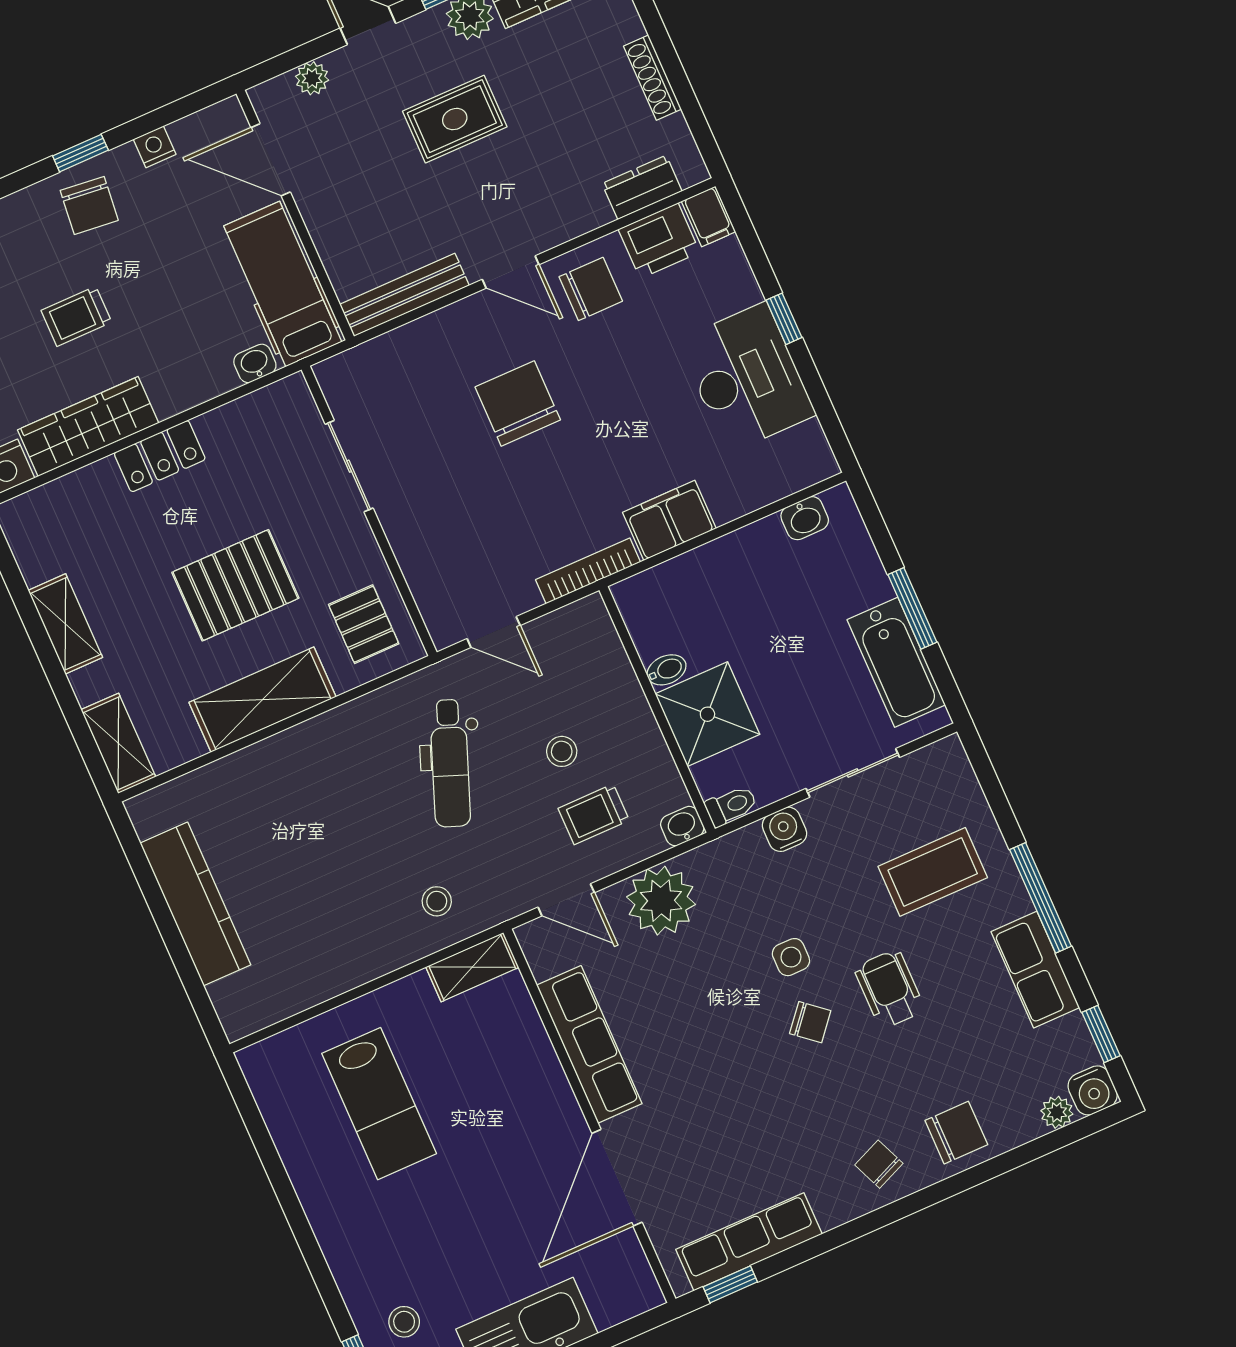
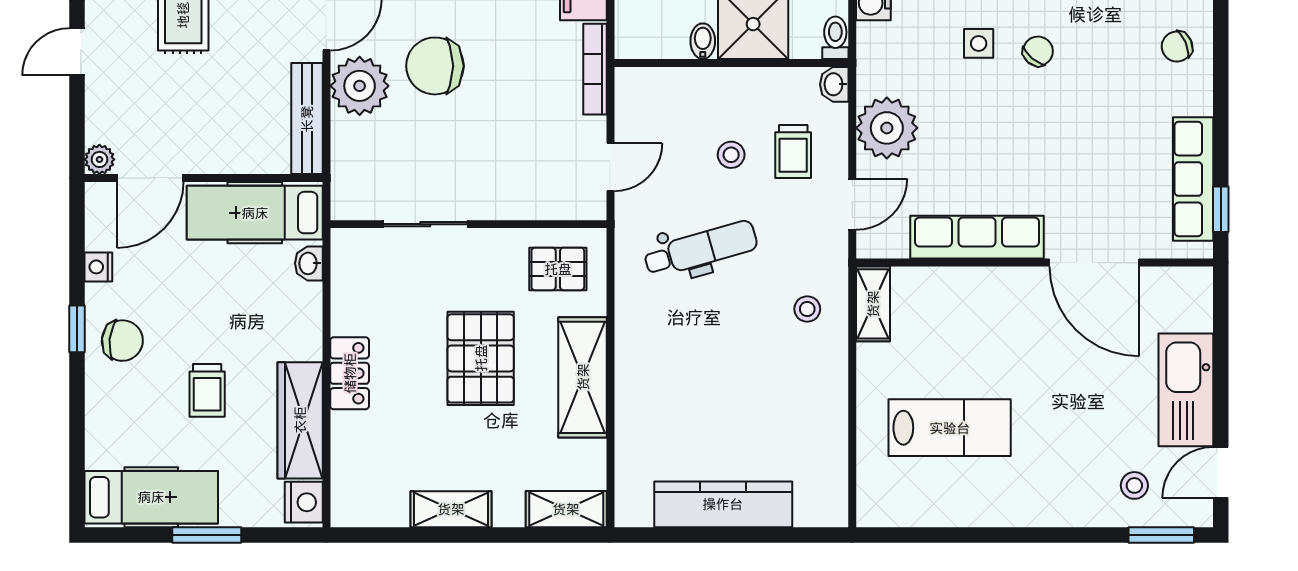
plant: (312, 78) -> (99, 159), moved
plant: (462, 334) -> (360, 86), added
dental chair: (450, 763) -> (701, 249), turned -37

